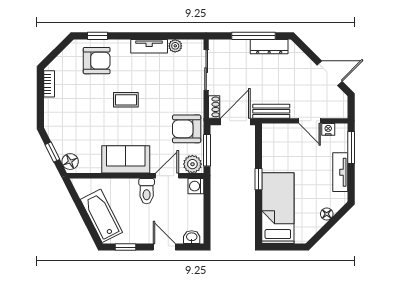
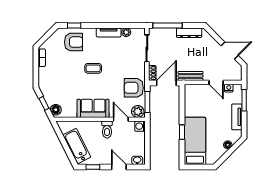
window: (254, 36) -> (168, 25), moved
door: (167, 176) -> (121, 119), hinge flipped
window: (258, 179) -> (182, 132), moved

